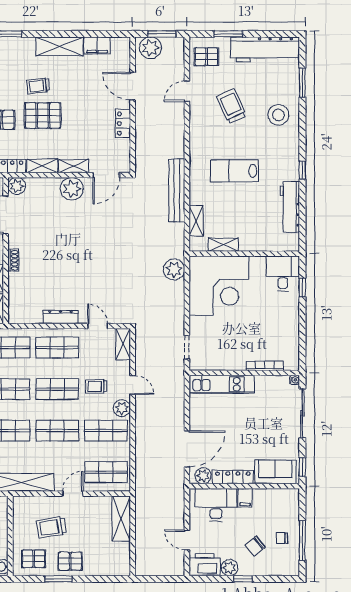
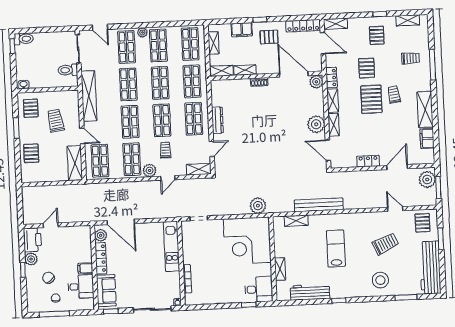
shelving: (223, 245) -> (280, 269), moved
desk: (216, 505) -> (81, 287), moved, width x0.73
shelving: (121, 518) -> (75, 163), moved, turned 90
pallet: (70, 561) -> (31, 153), moved

